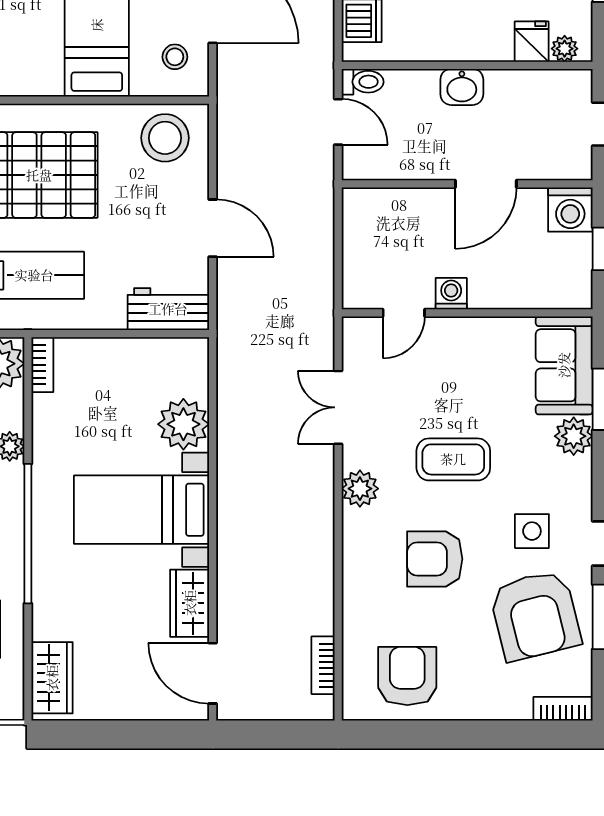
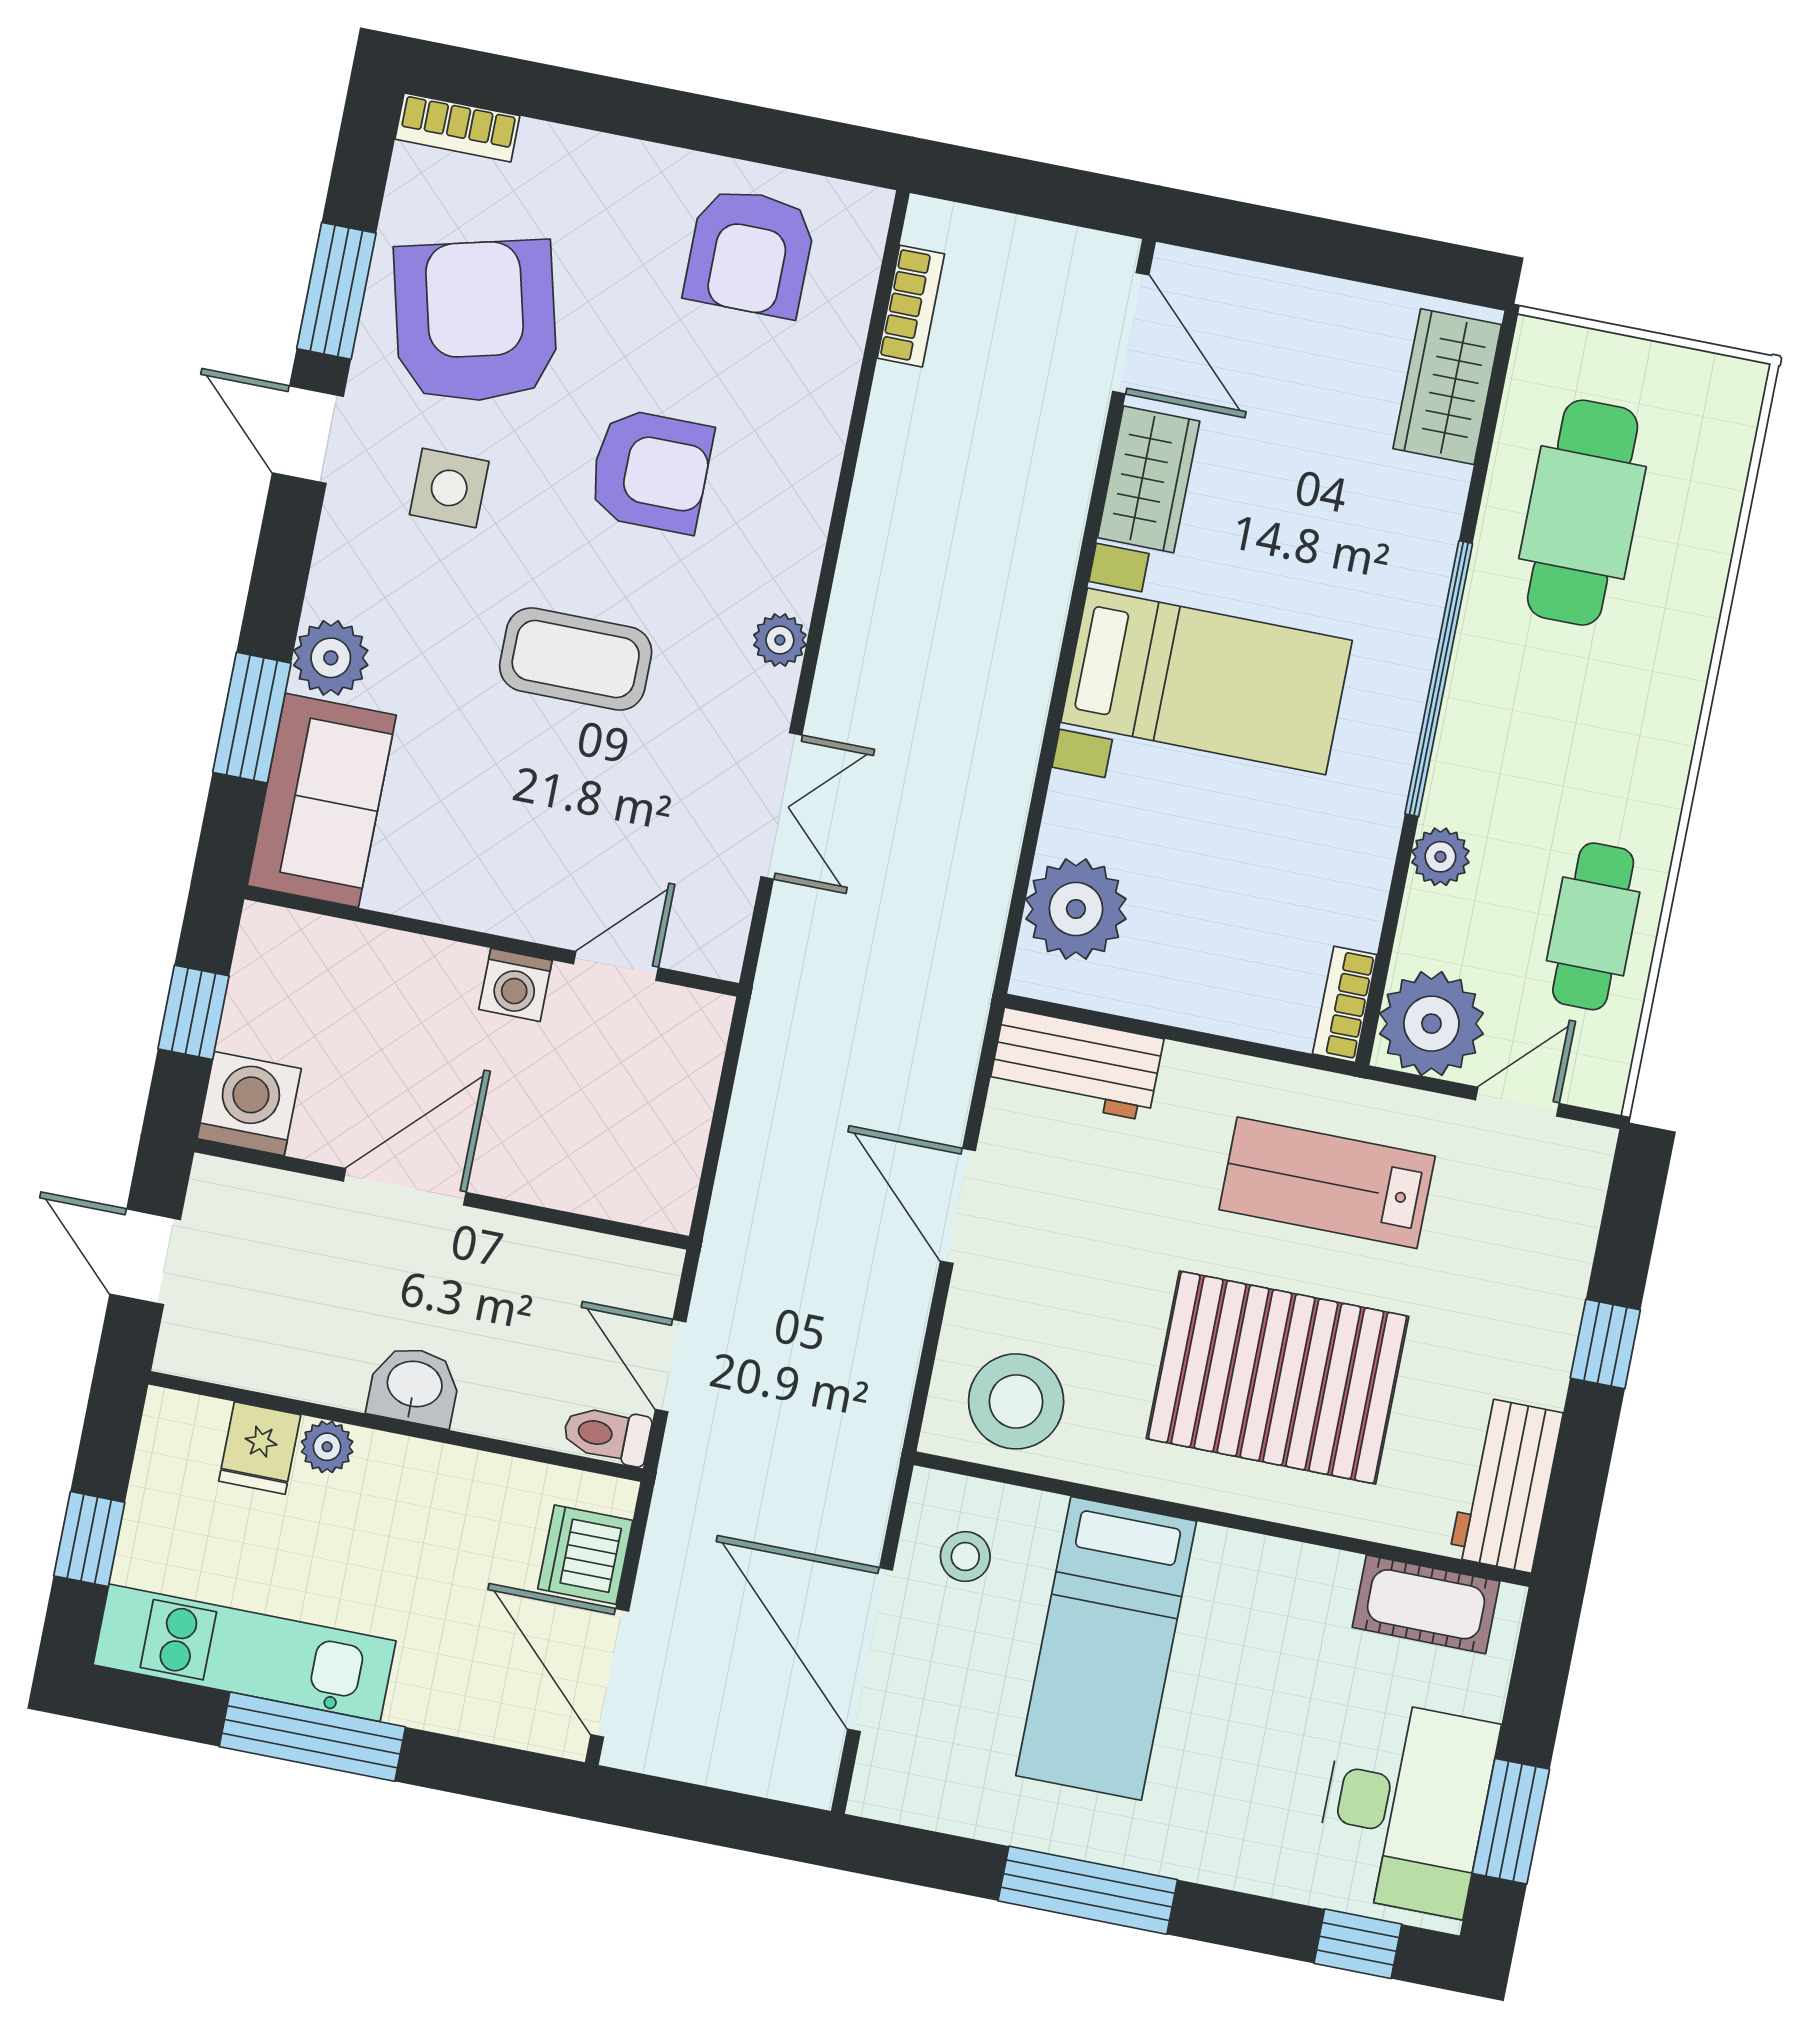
plant: (565, 49) -> (327, 1447), moved
plant: (183, 424) -> (1076, 909), moved
plant: (360, 489) -> (780, 640), width x0.73, depth x0.73

